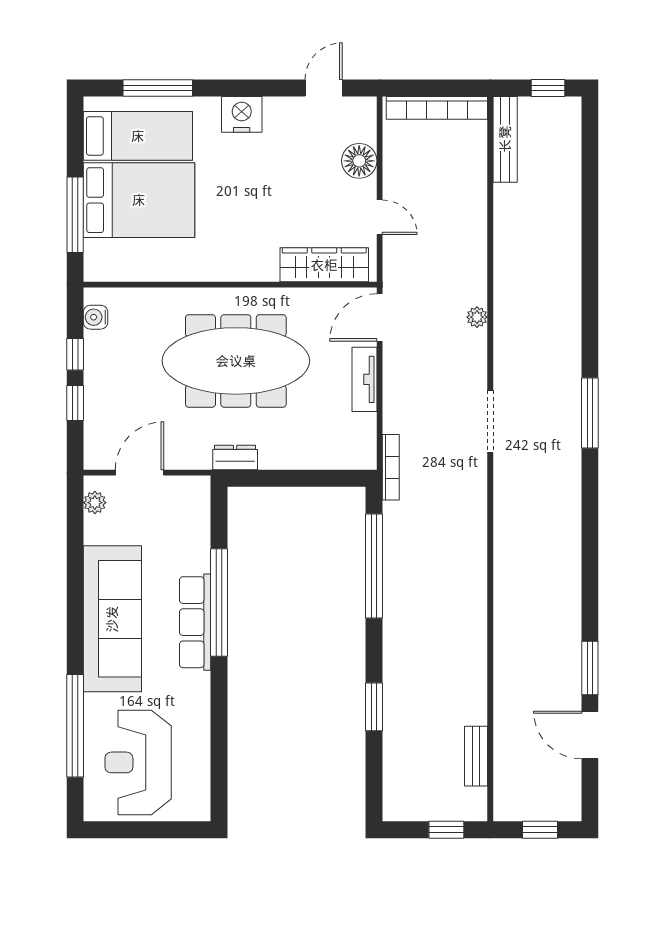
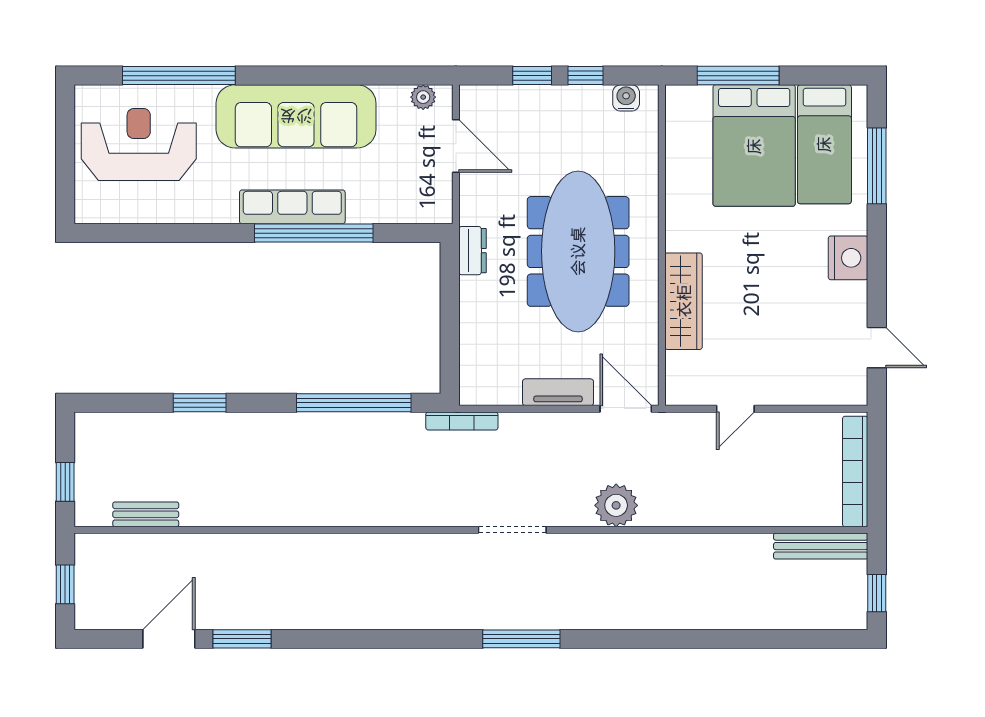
floor lamp: (359, 161) -> (797, 386), removed
wardrobe: (324, 265) -> (684, 301), moved
plant: (477, 317) -> (616, 505), width x1.88, depth x1.88

